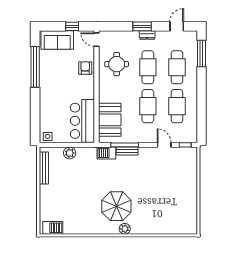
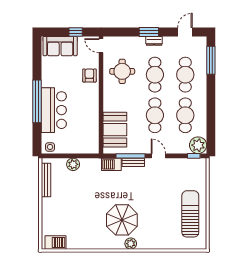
window: (35, 67) -> (37, 101), moved
bar counter: (82, 121) -> (54, 110), moved, turned 180
plant: (189, 135) -> (198, 145), added
door: (164, 145) -> (158, 156), moved
sun lounger: (182, 200) -> (190, 214), added

